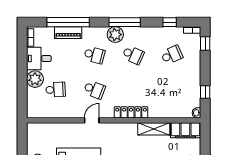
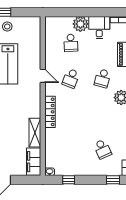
school desk: (133, 55) -> (102, 114), removed

